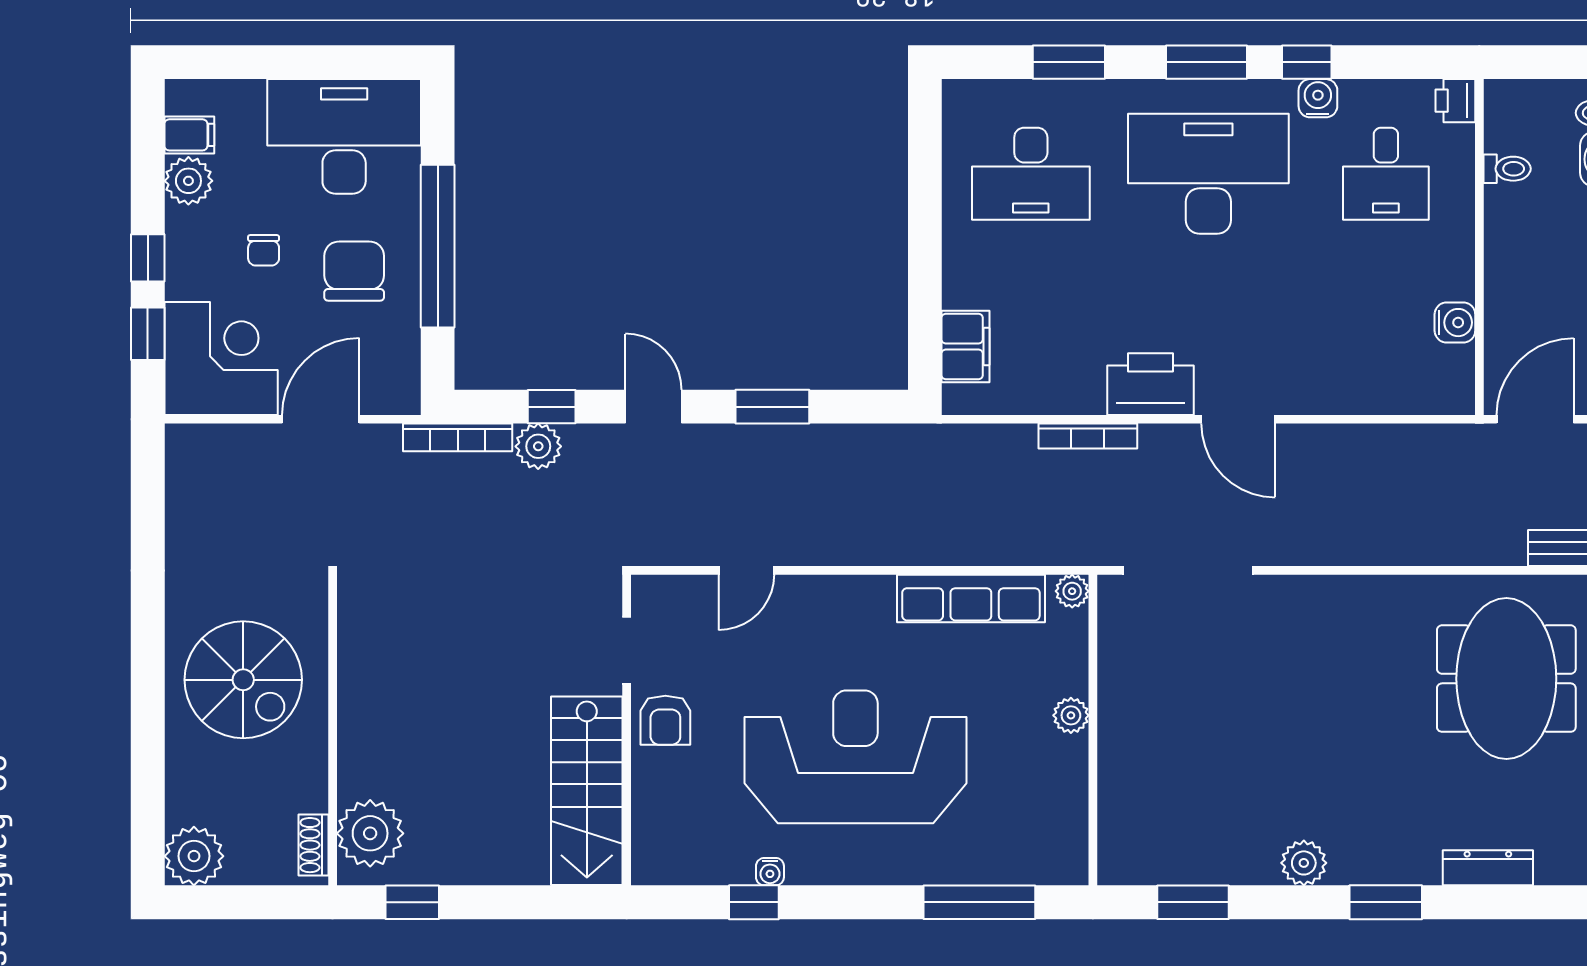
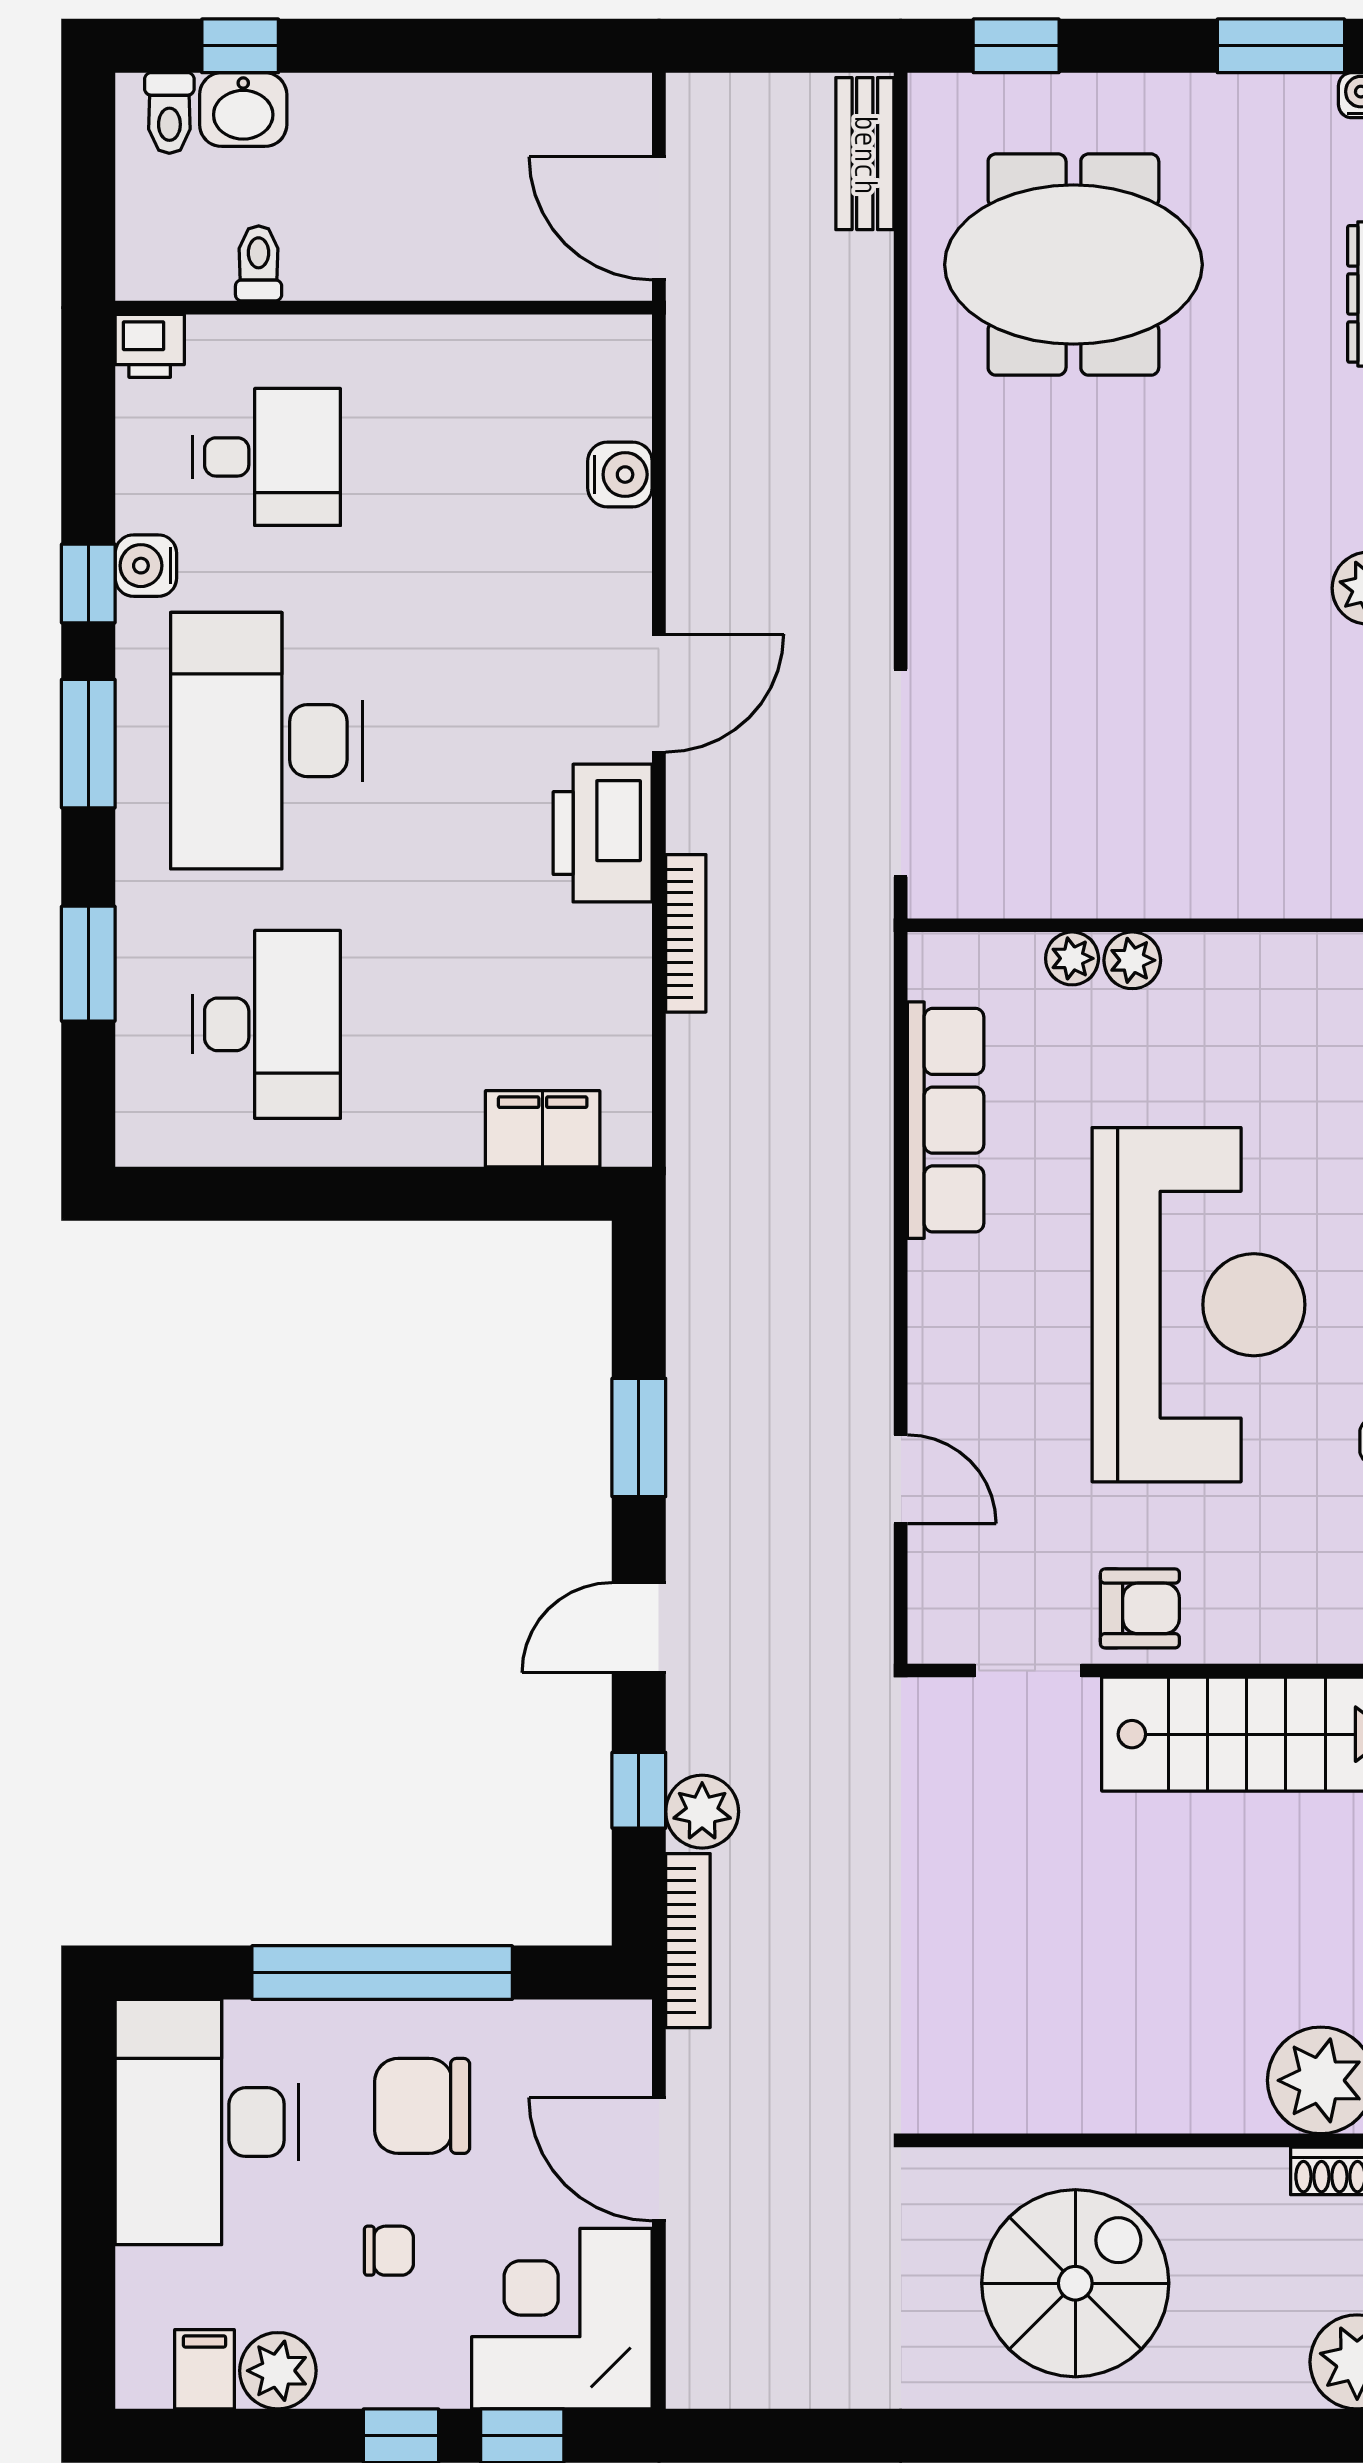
water cooler: (1455, 323) -> (620, 475), moved, turned 90
plant: (1072, 591) -> (1072, 958), moved
reception desk: (855, 757) -> (1199, 1305), turned 180

